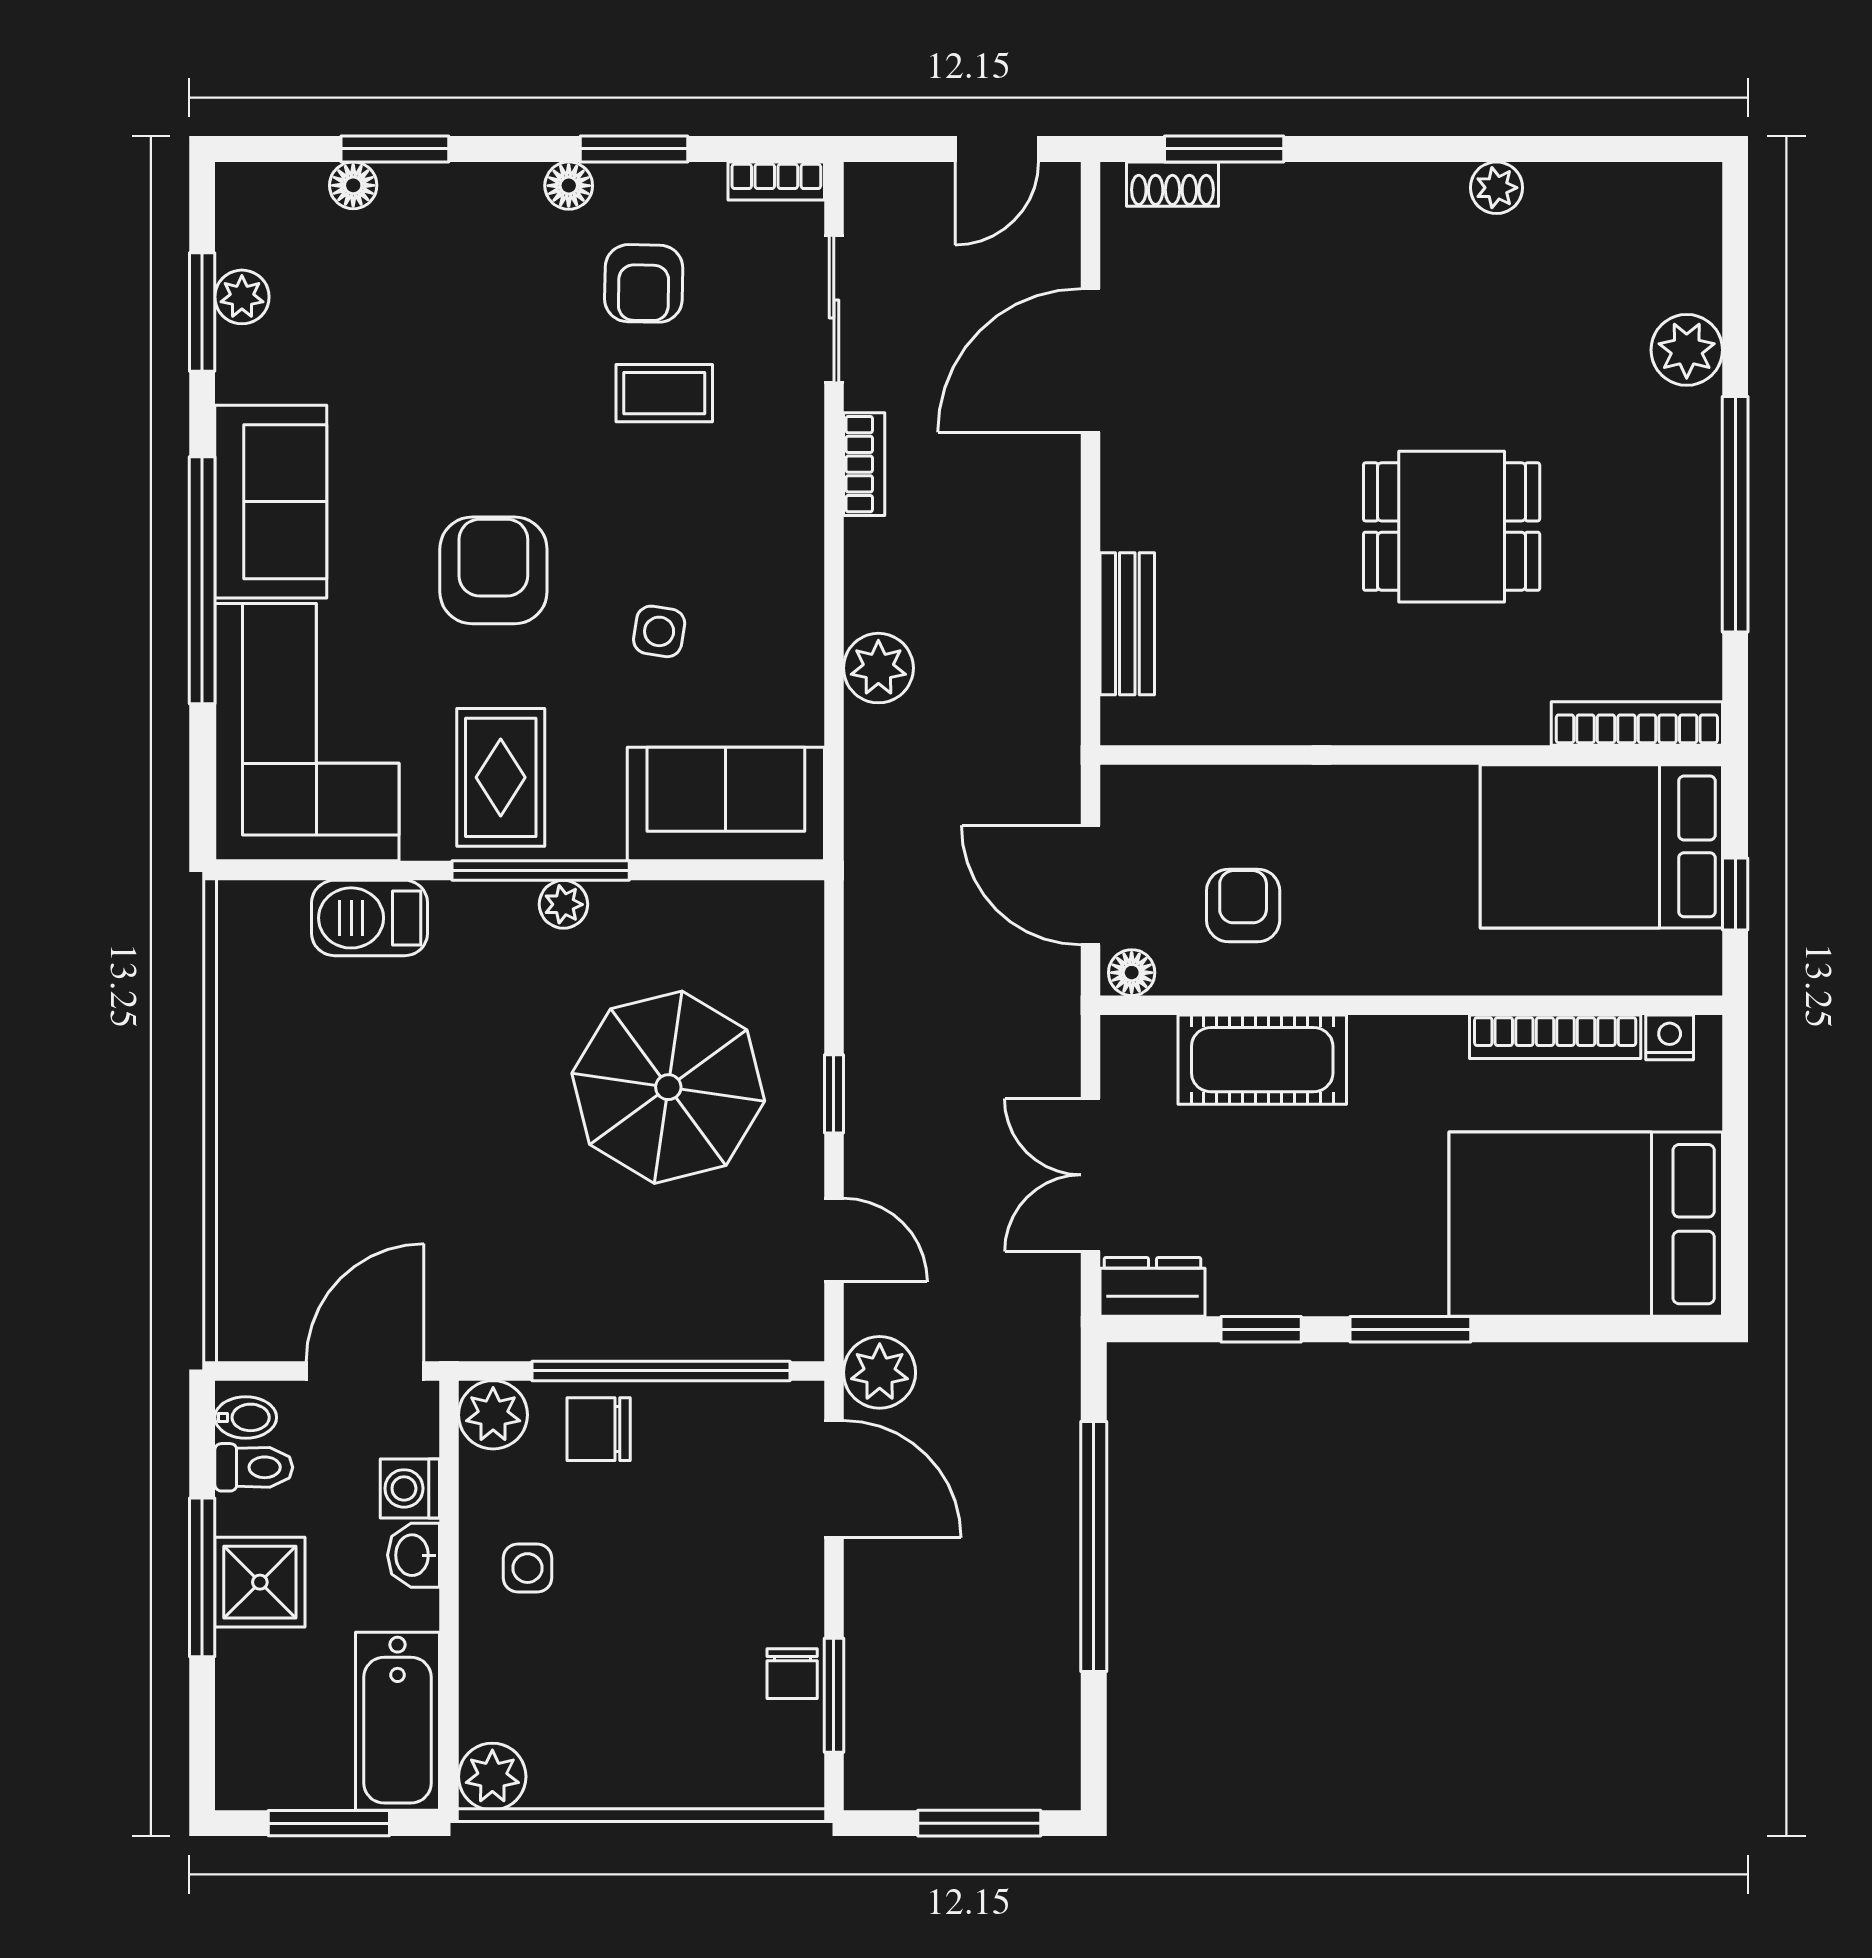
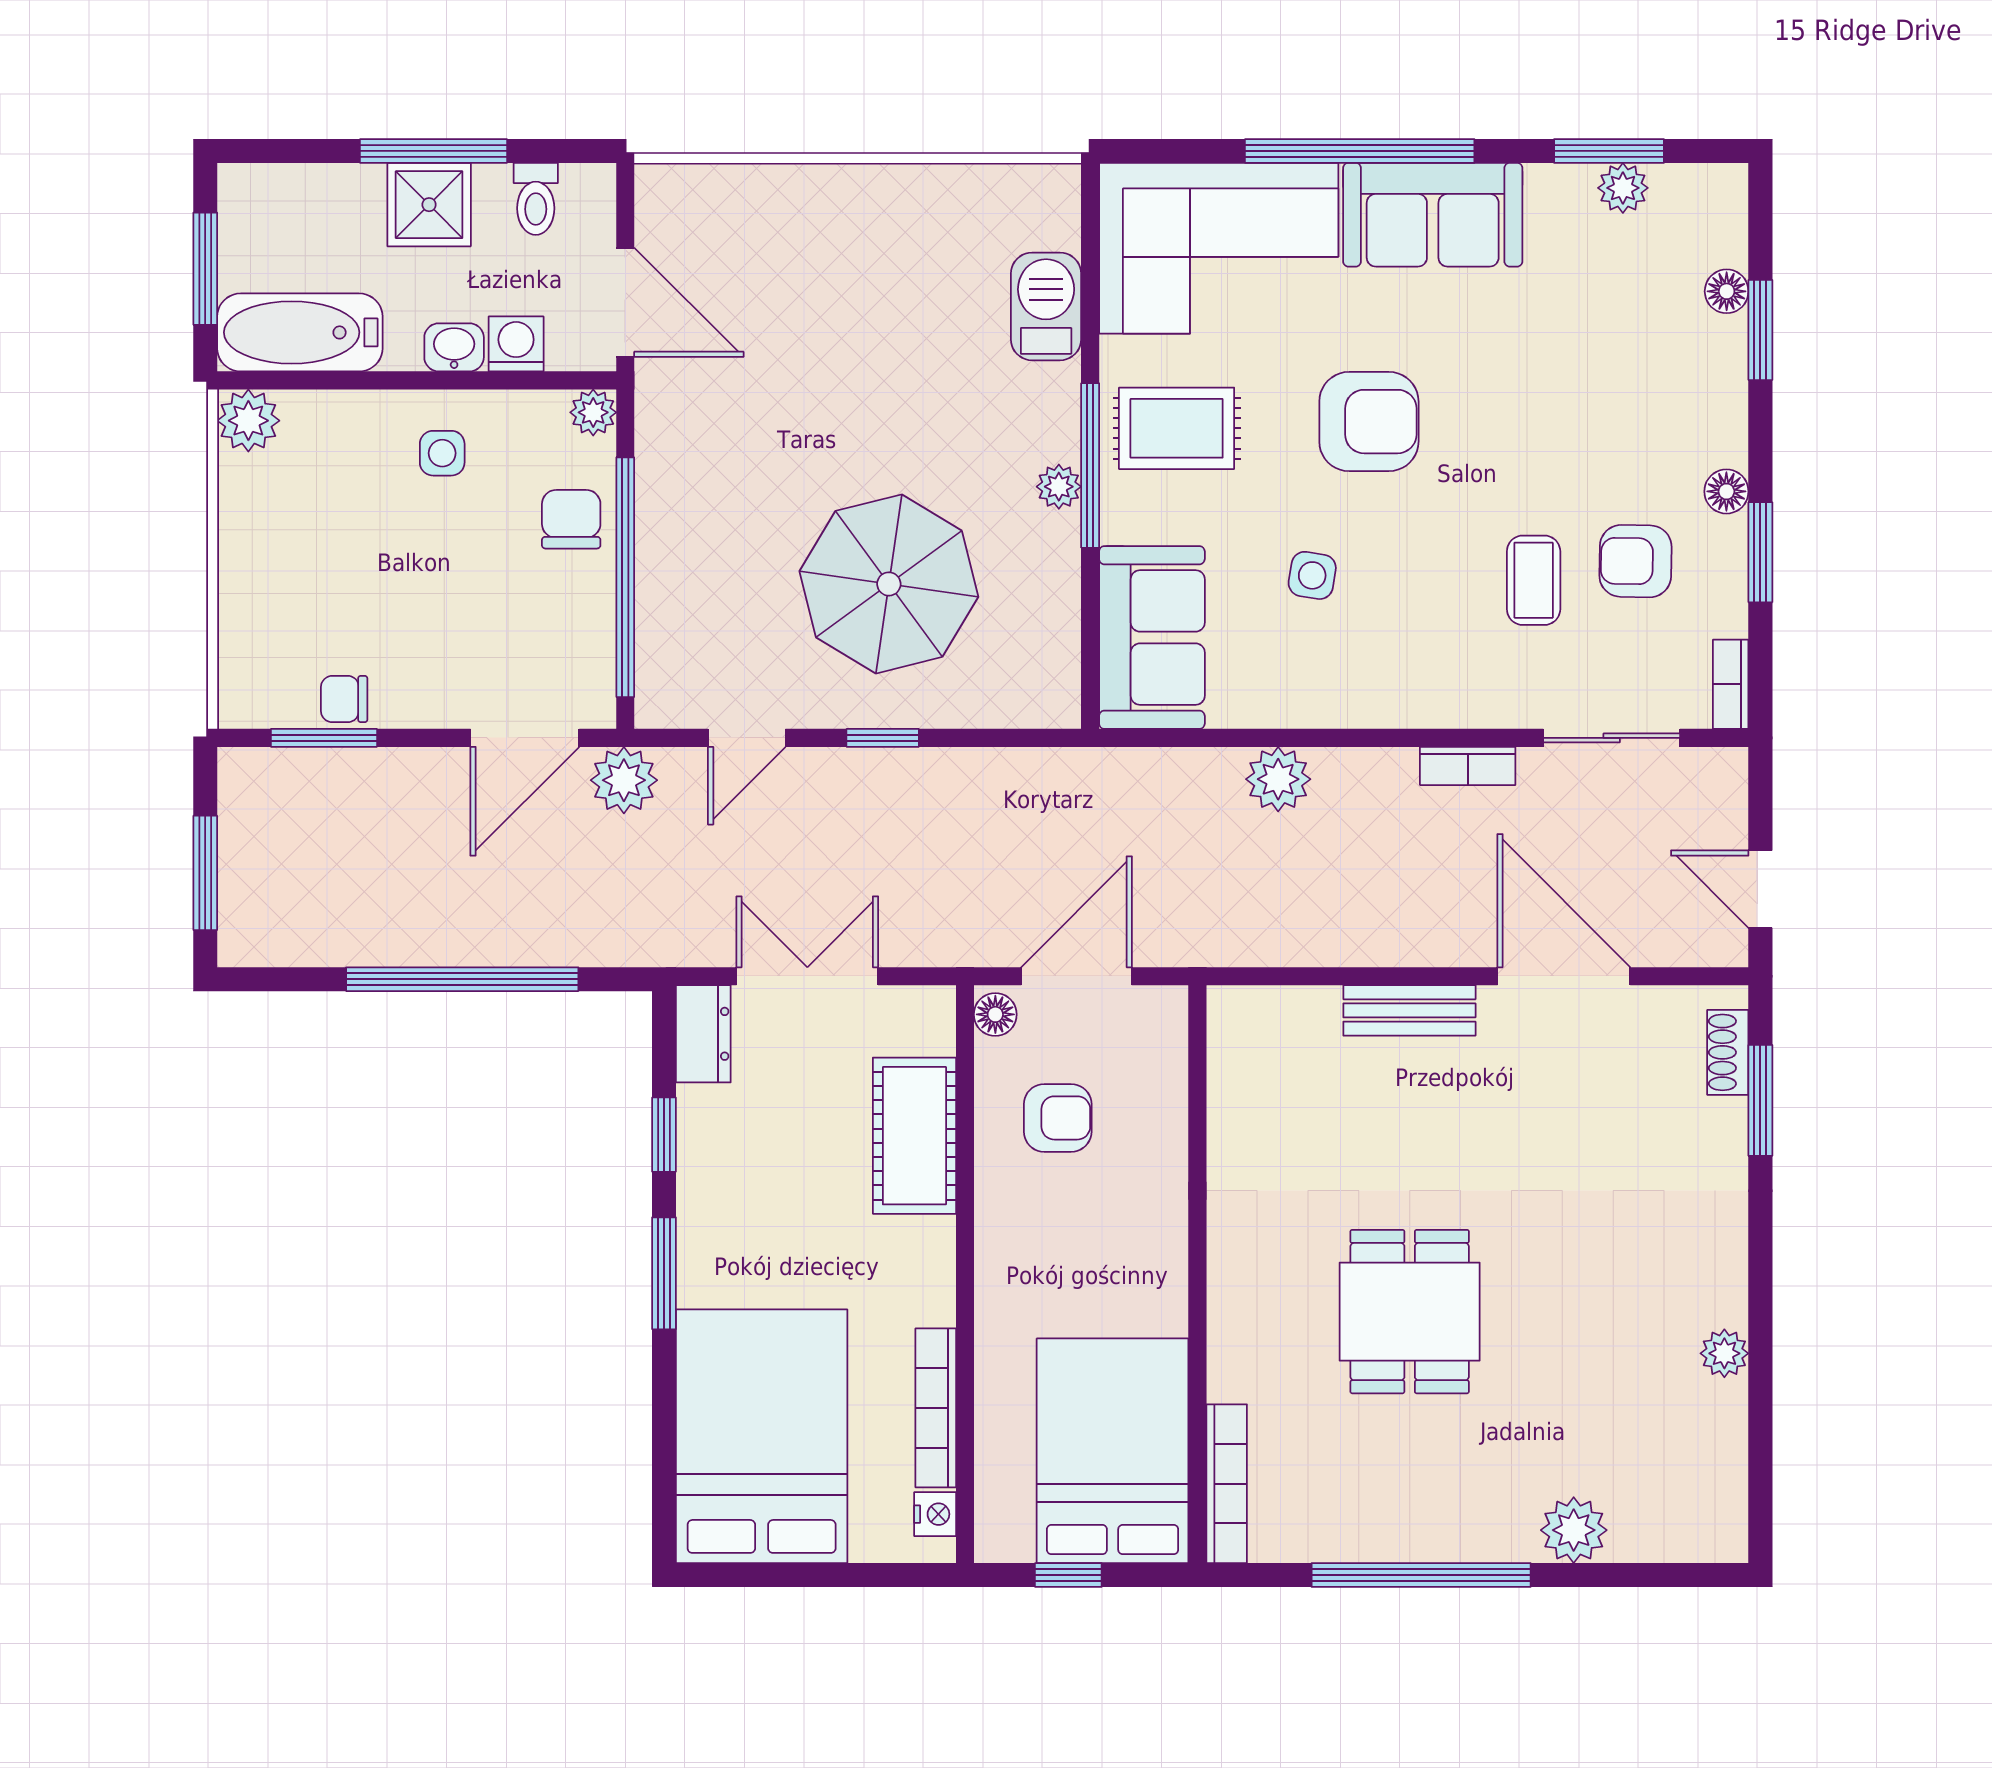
bench: (1127, 624) -> (1409, 1010), moved
plant: (493, 1415) -> (593, 412), width x0.73, depth x0.73
bidet: (246, 1417) -> (582, 191), removed

